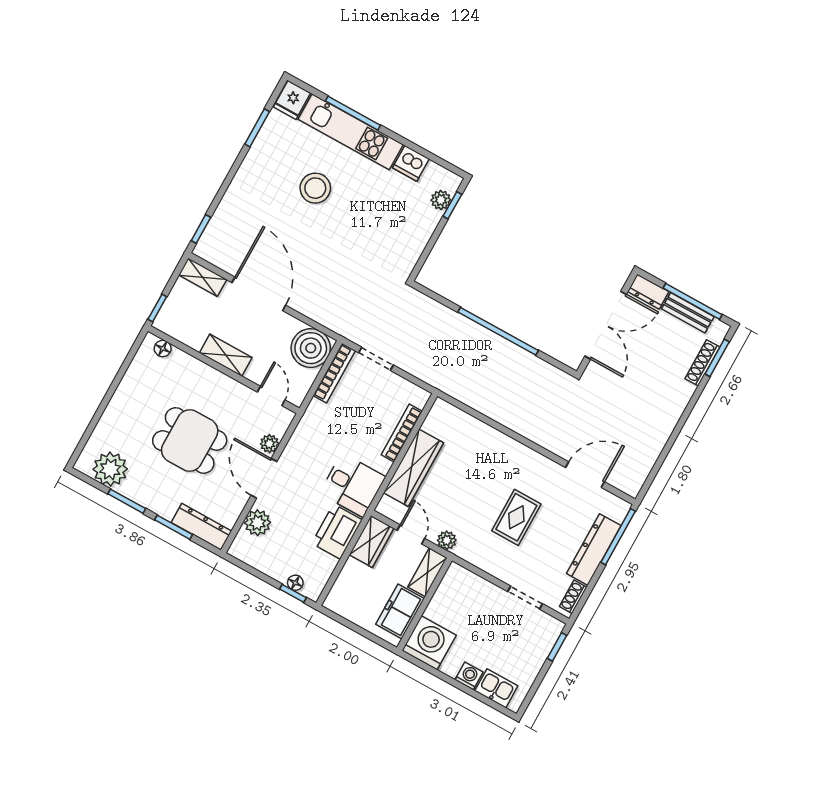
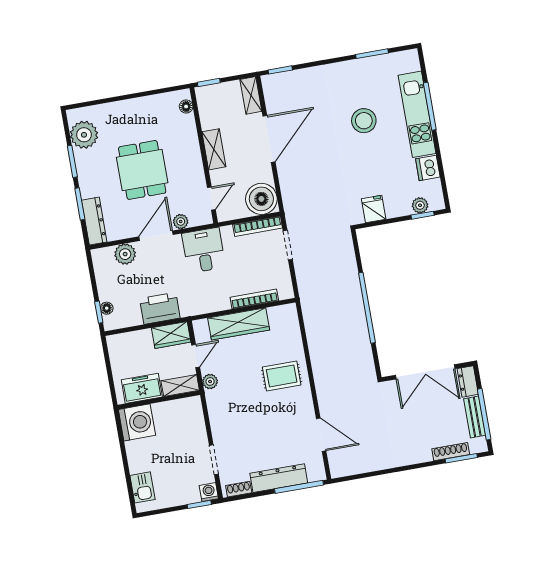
fridge: (292, 100) -> (374, 209), moved, turned 90
desk: (352, 485) -> (204, 250), moved, turned 180
rug: (516, 517) -> (282, 376), moved
washing machine: (469, 676) -> (209, 492), moved, turned -90

